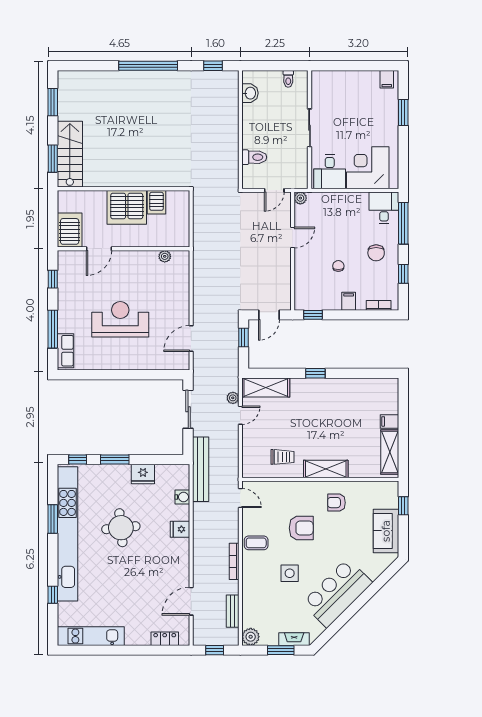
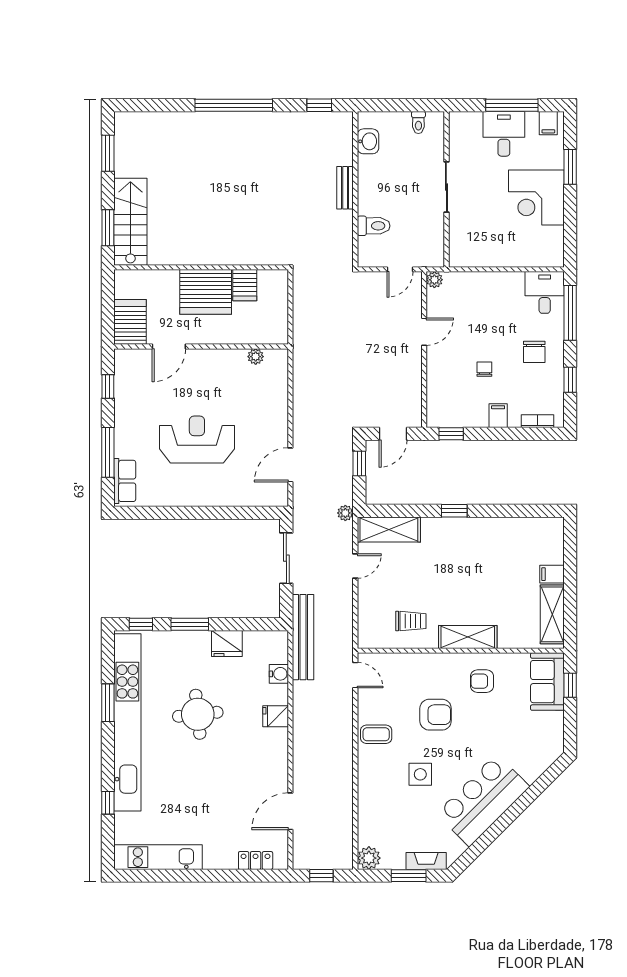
window: (359, 66) -> (512, 105), added
corner desk: (368, 168) -> (536, 197), moved, turned -90
desk: (330, 172) -> (504, 134), moved, turned 180
plant: (233, 398) -> (345, 513), moved
sofa: (386, 531) -> (547, 682), moved
bookcase: (234, 561) -> (347, 759), removed
bench: (233, 611) -> (345, 188), moved

